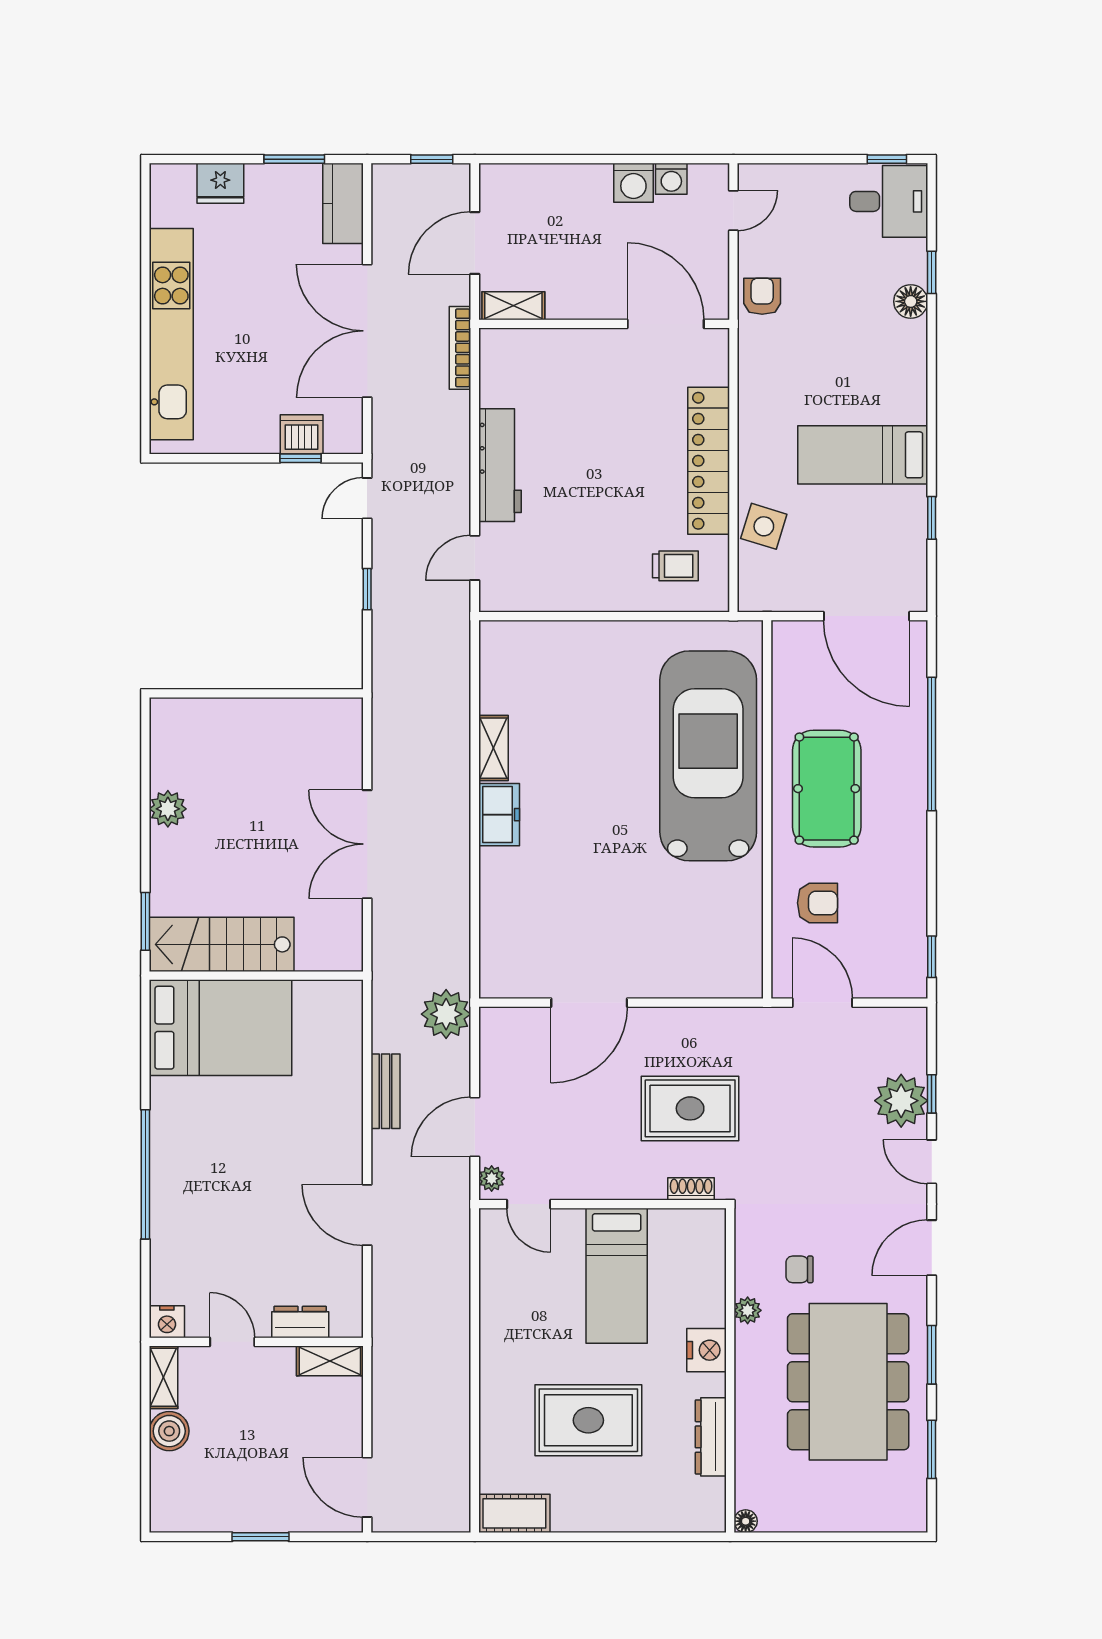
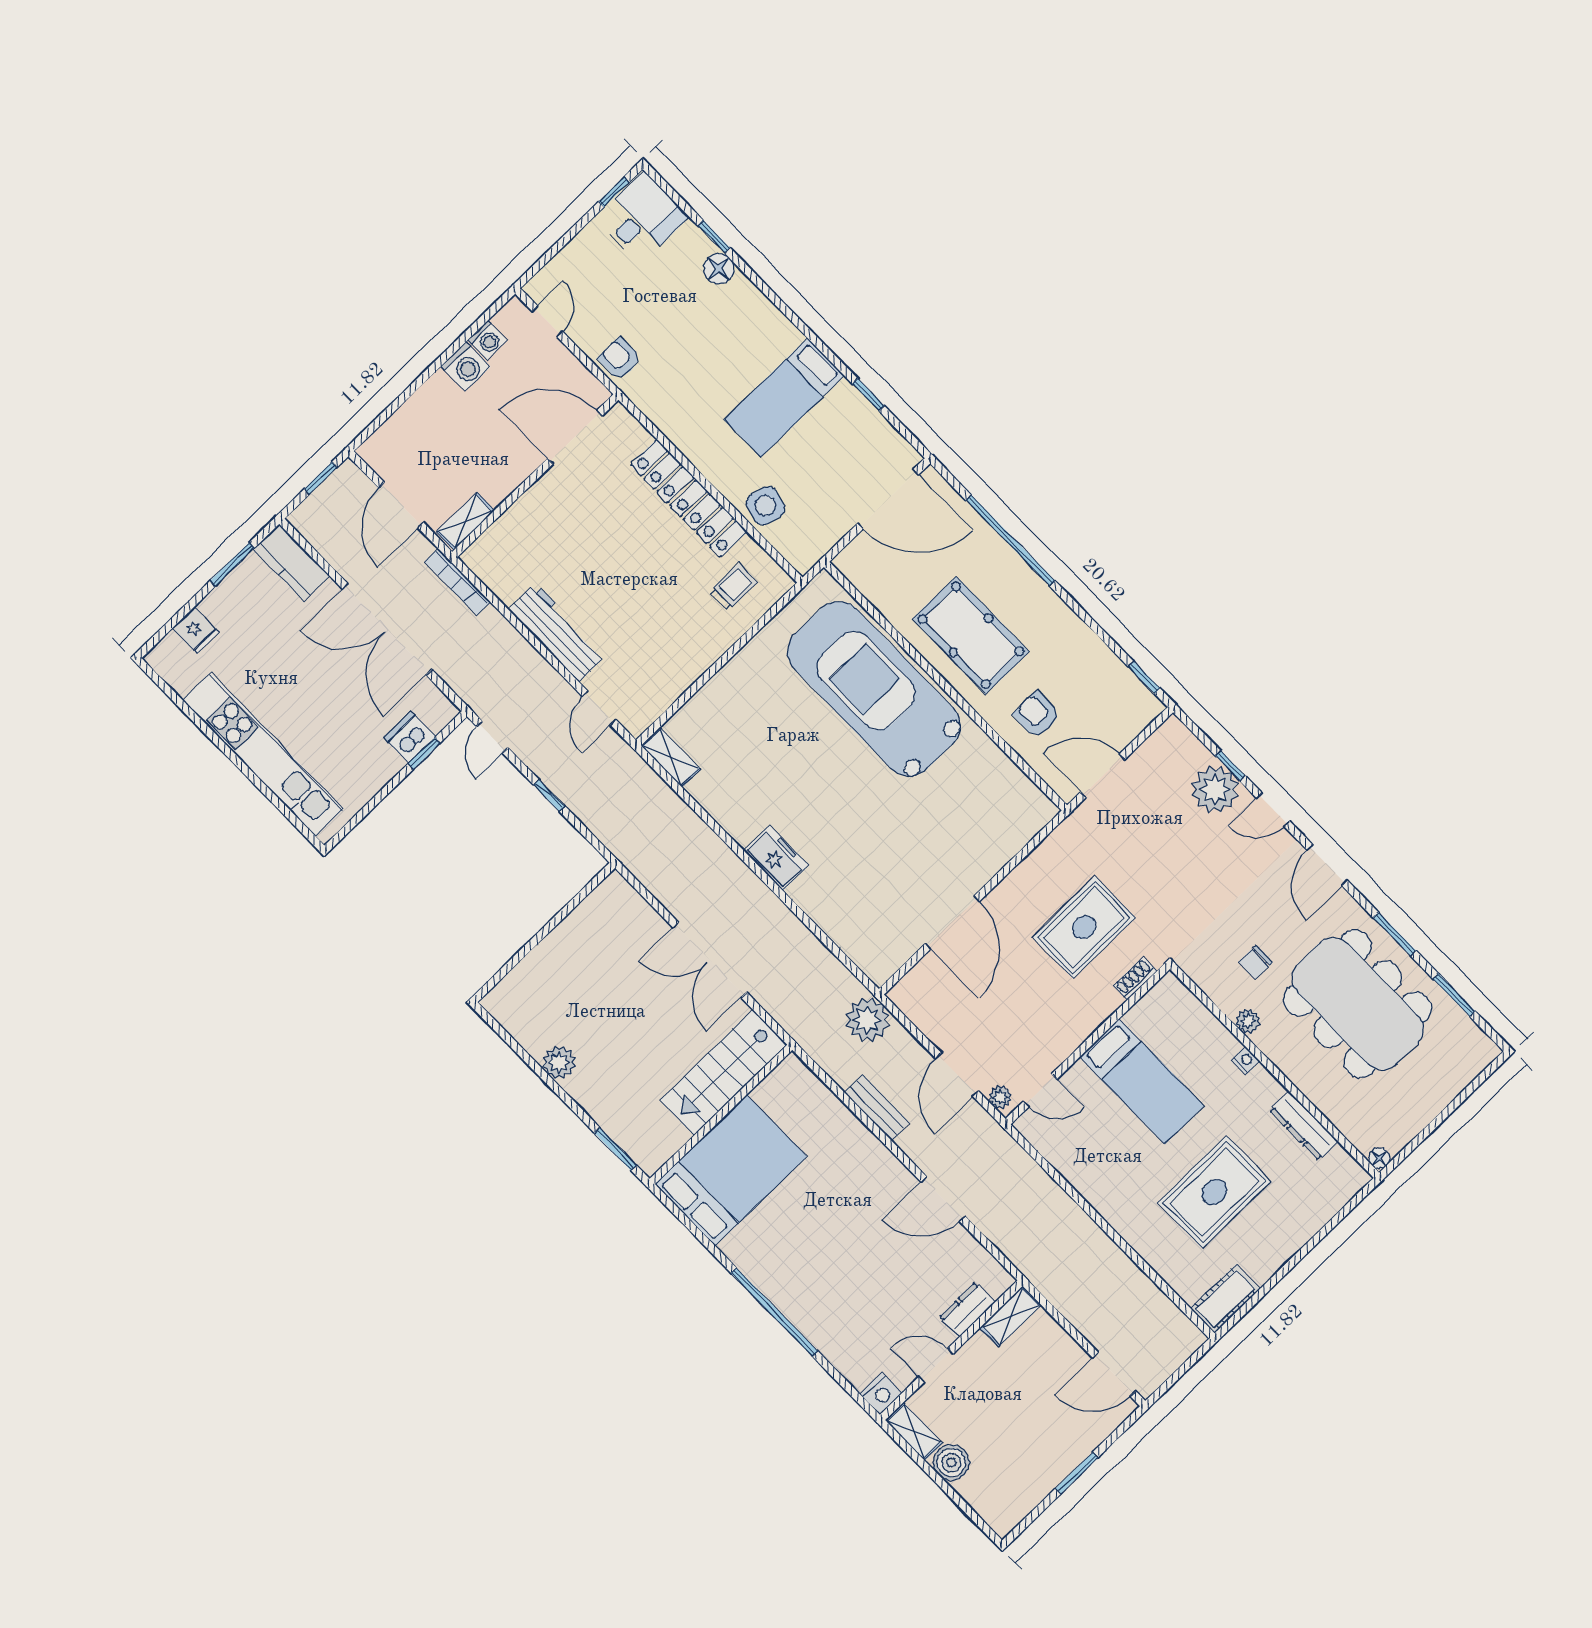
fridge: (220, 183) -> (195, 631), width x0.72
shelving: (493, 748) -> (671, 757), moved
armchair: (817, 903) -> (1037, 715), turned -90
stairs: (222, 944) -> (724, 1072), moved
nightstand: (707, 1350) -> (1246, 1061), width x0.53, depth x0.56

